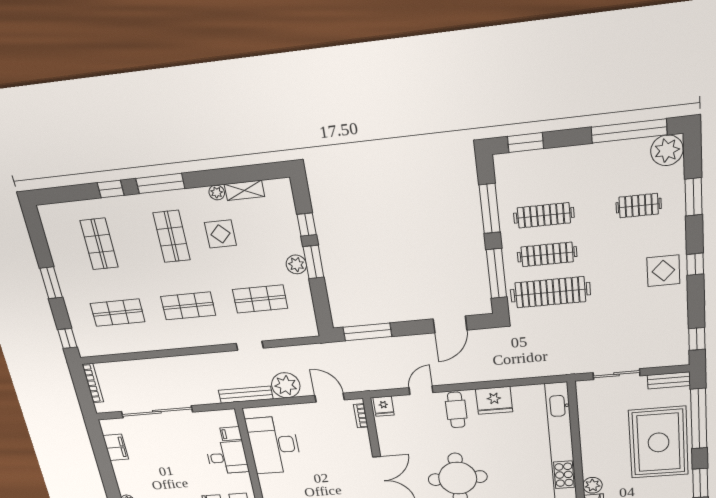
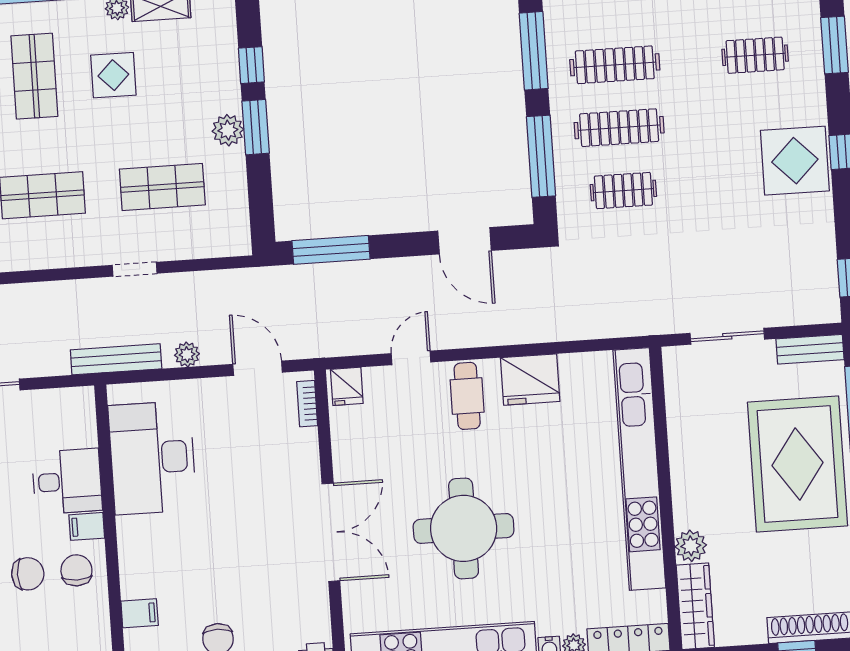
display table: (663, 271) -> (795, 161), width x1.36, depth x1.36
clothes rail: (550, 292) -> (623, 191), width x0.54, depth x0.76
door: (450, 324) -> (465, 241), hinge flipped
plant: (286, 385) -> (187, 354), width x0.53, depth x0.53
filing cabinet: (231, 434) -> (87, 526), moved

